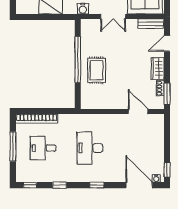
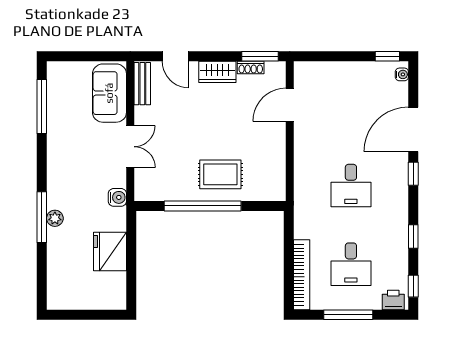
desk: (90, 148) -> (351, 186), width x0.73
printer: (22, 173) -> (393, 300), added
door: (139, 185) -> (413, 129), moved

